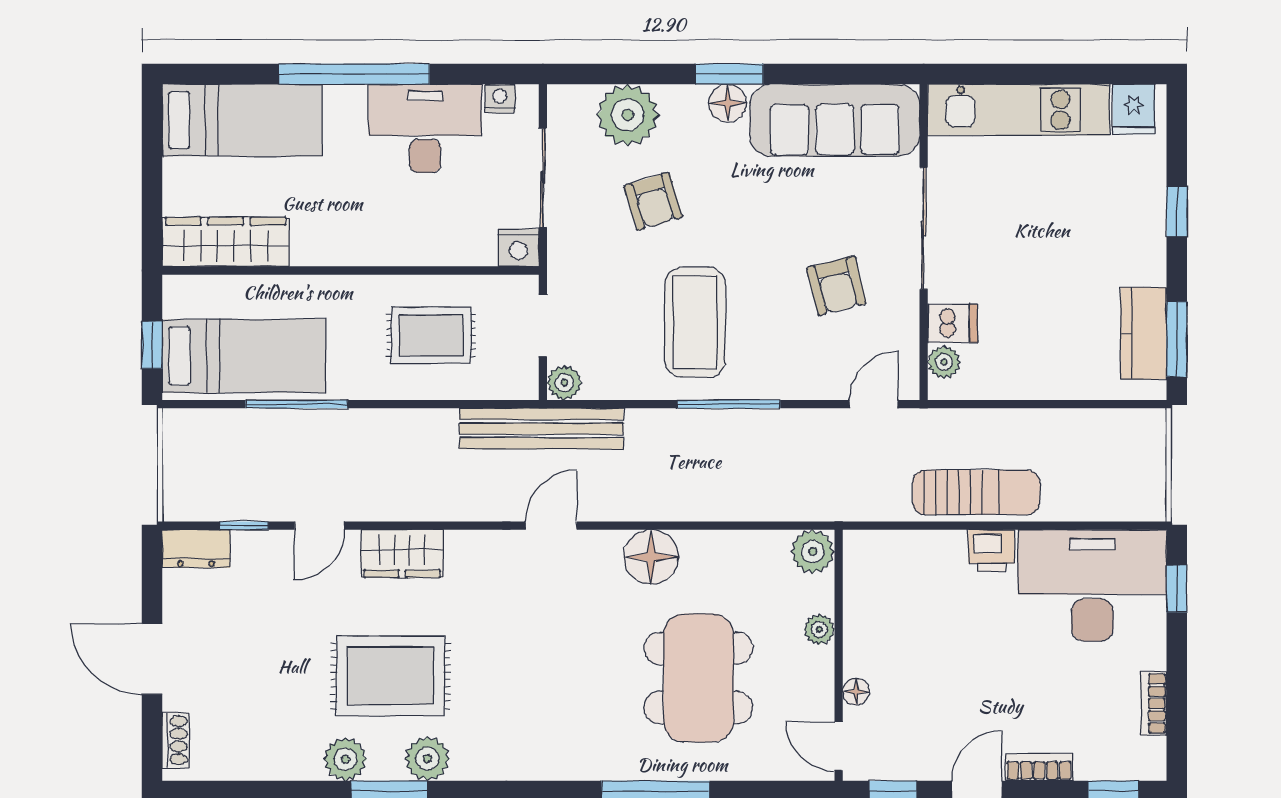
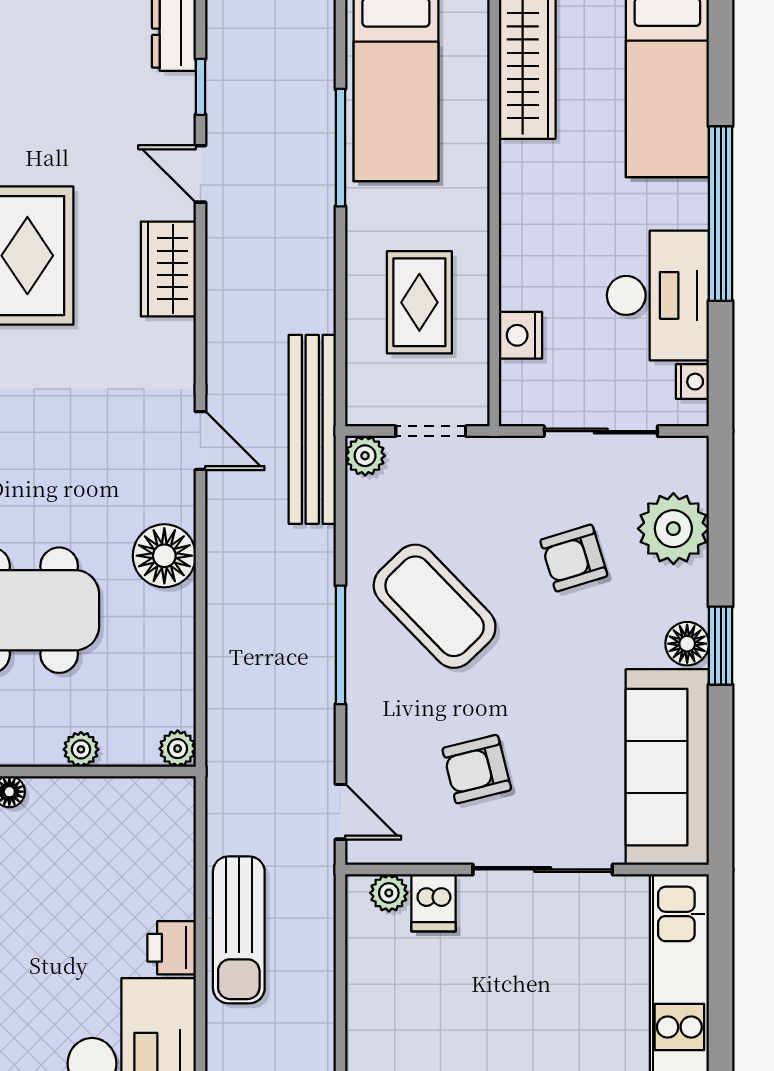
nightstand: (518, 248) -> (521, 335), moved
coffee table: (695, 322) -> (435, 606), turned 46
plant: (813, 552) -> (178, 749), width x0.73, depth x0.73

